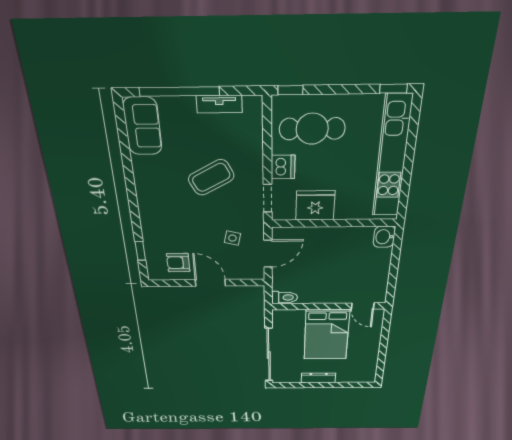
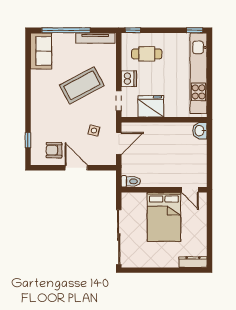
tv unit: (219, 104) -> (95, 38), width x1.41
cafe table: (312, 129) -> (147, 54), width x0.73, depth x0.74
coffee table: (211, 177) -> (82, 85), width x1.36, depth x1.32
dresser: (318, 378) -> (193, 262), moved

